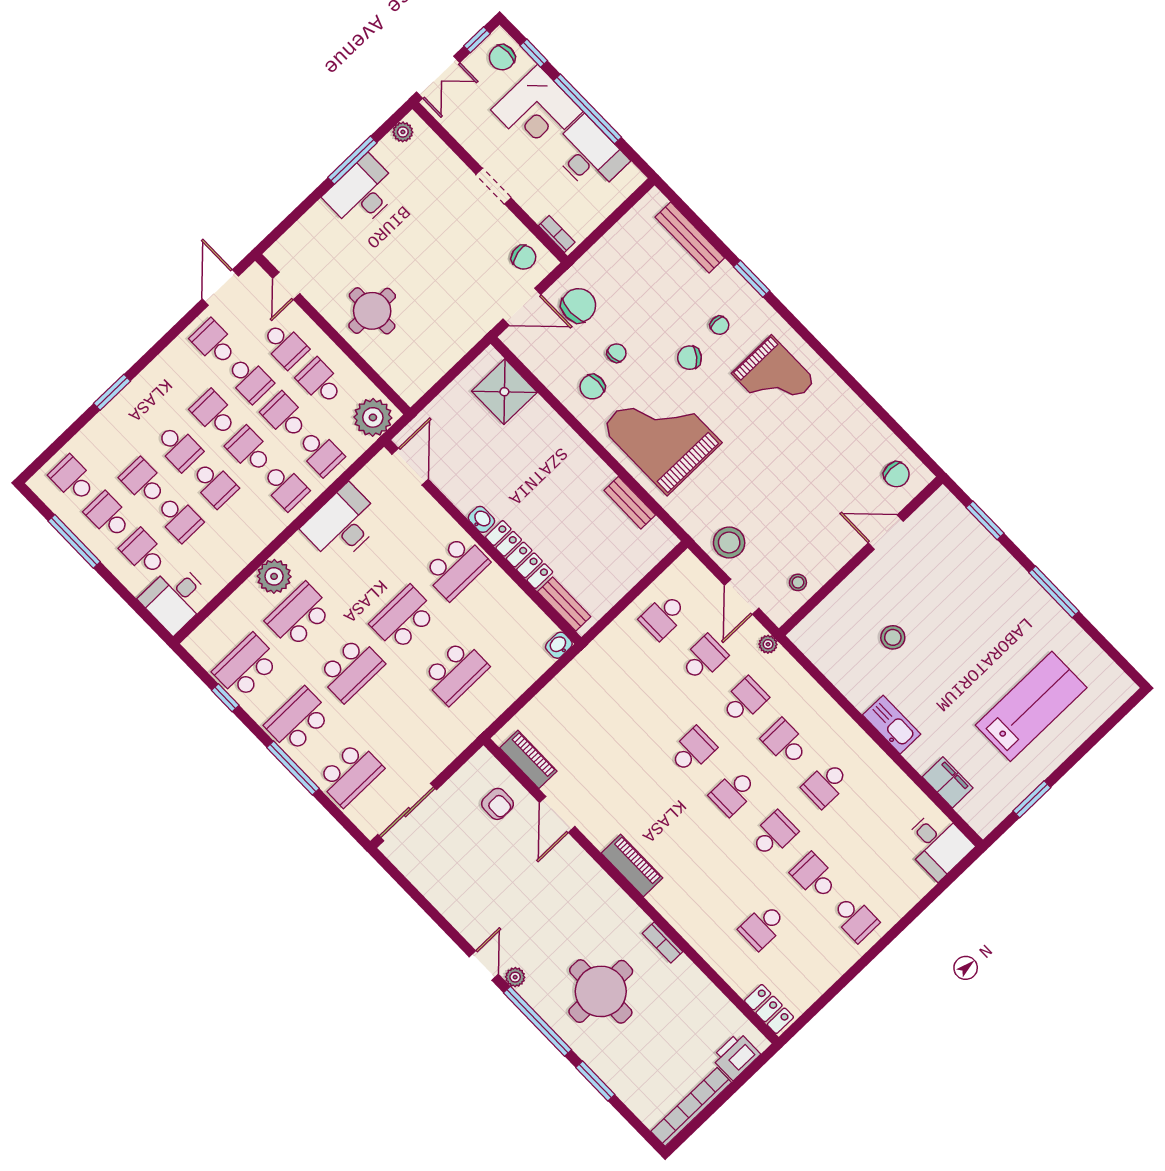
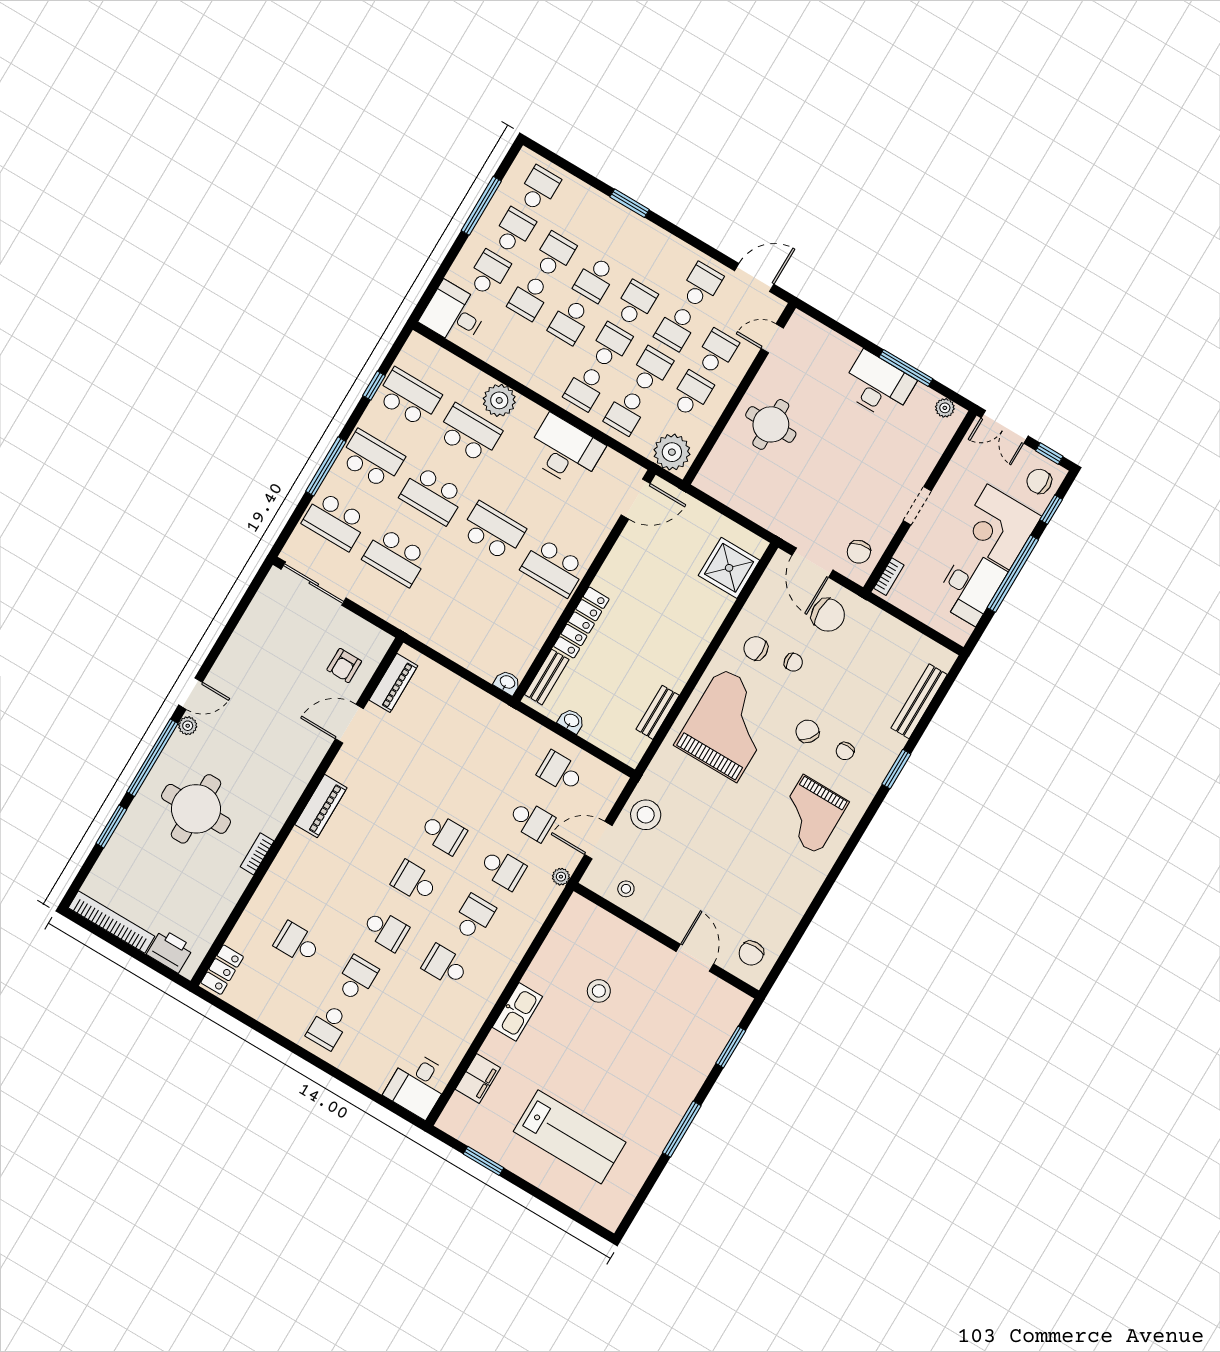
school desk: (285, 345) -> (717, 352), turned 180
washbasin: (481, 519) -> (571, 721), moved, turned -90
school desk: (455, 672) -> (395, 557), moved

